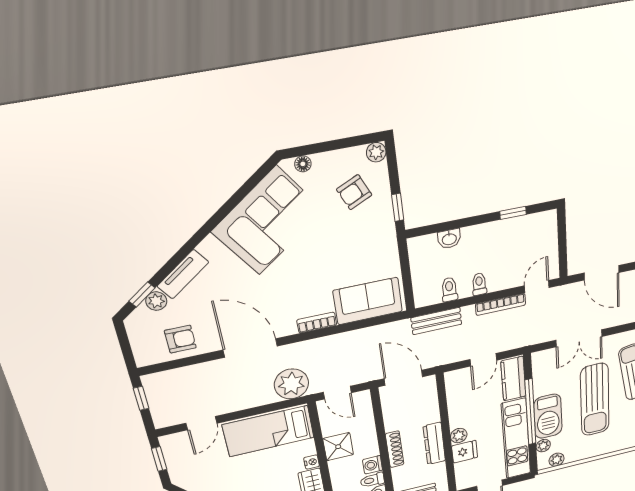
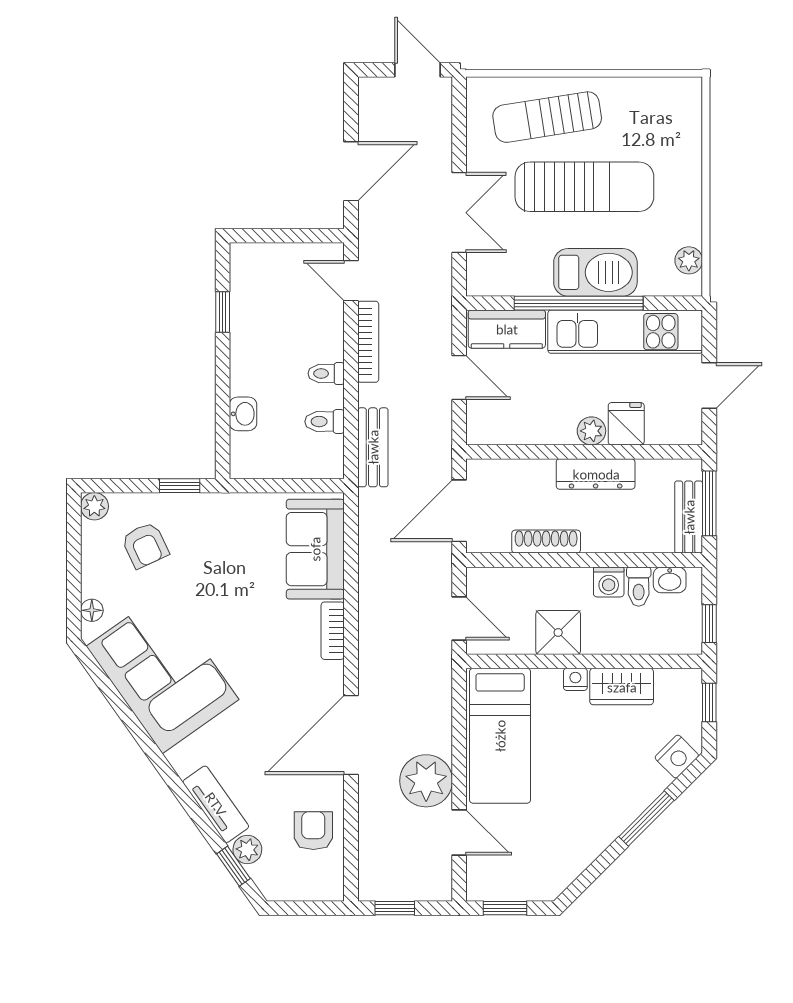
plant: (291, 384) -> (426, 781), moved
door: (337, 393) -> (459, 618), hinge flipped
plant: (543, 446) -> (653, 284), removed
shoe rack: (395, 449) -> (546, 542), moved

